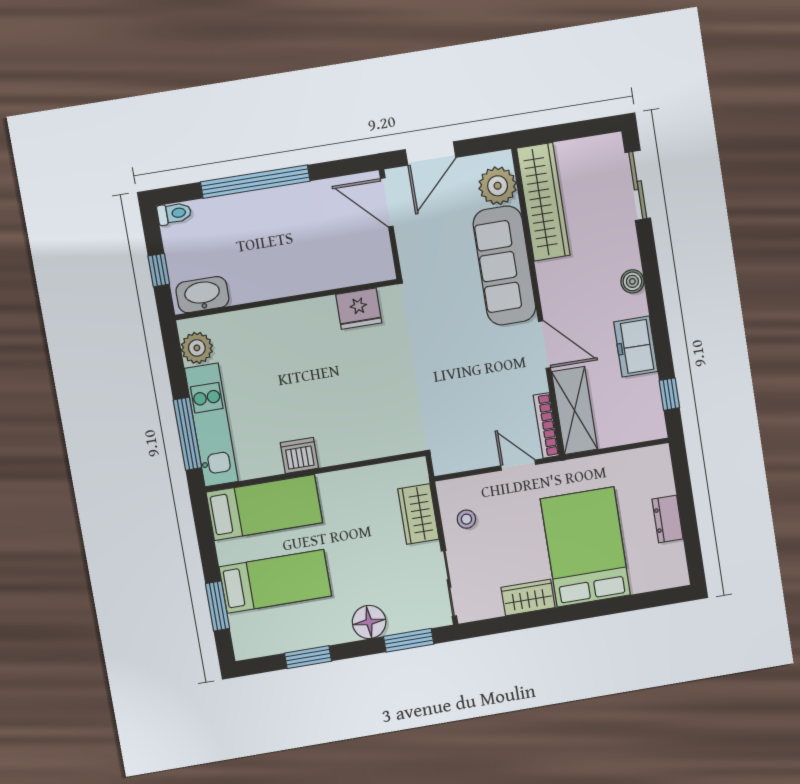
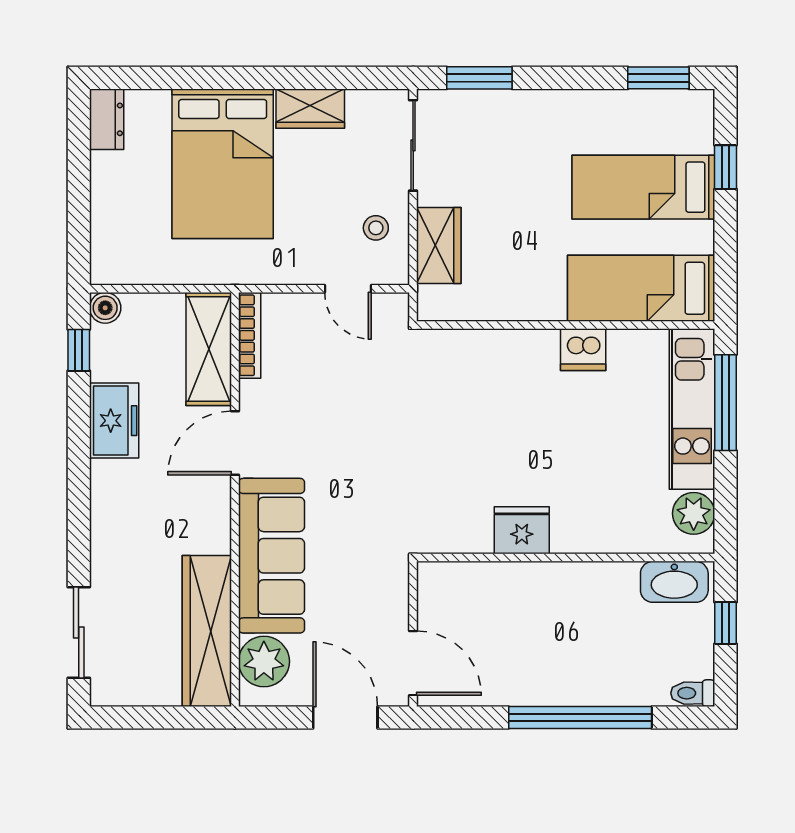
door: (431, 153) -> (345, 717), hinge flipped
boiler: (632, 281) -> (105, 308), moved
fridge: (359, 309) -> (522, 530), moved
door: (545, 345) -> (235, 443), hinge flipped
door: (518, 465) -> (348, 289), moved
dresser: (668, 519) -> (107, 119), moved
window: (218, 606) -> (726, 167), width x0.67
floor lamp: (369, 622) -> (528, 111), removed
window: (308, 657) -> (658, 78), moved

